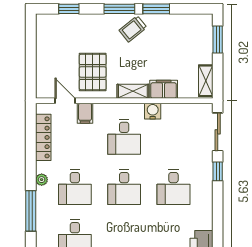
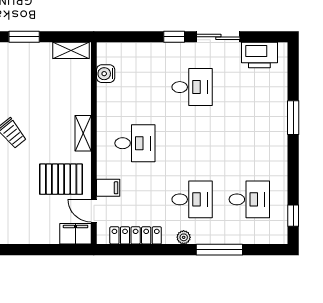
filing cabinet: (164, 89) -> (76, 234), moved, turned 90
door: (65, 101) -> (94, 211), hinge flipped
water cooler: (153, 111) -> (106, 74), moved
sliding door: (218, 132) -> (218, 37), moved
desk: (124, 187) -> (192, 143), removed

